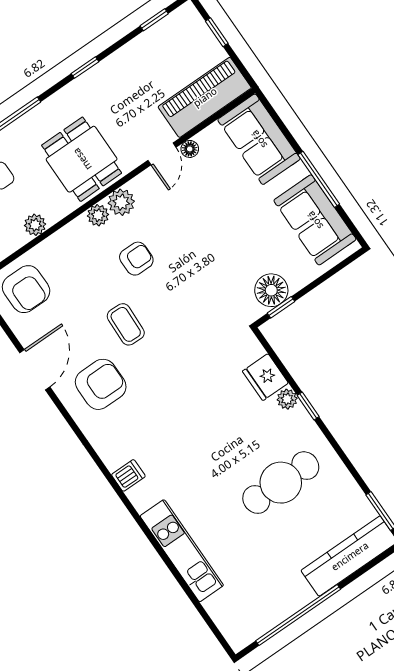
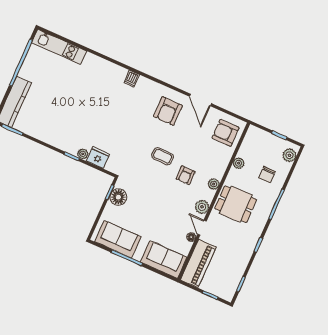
plant: (121, 202) -> (202, 207), moved
coffee table: (126, 324) -> (163, 156), moved
cafe table: (281, 483) -> (63, 116), removed
kitchen unit: (182, 551) -> (59, 47), moved

